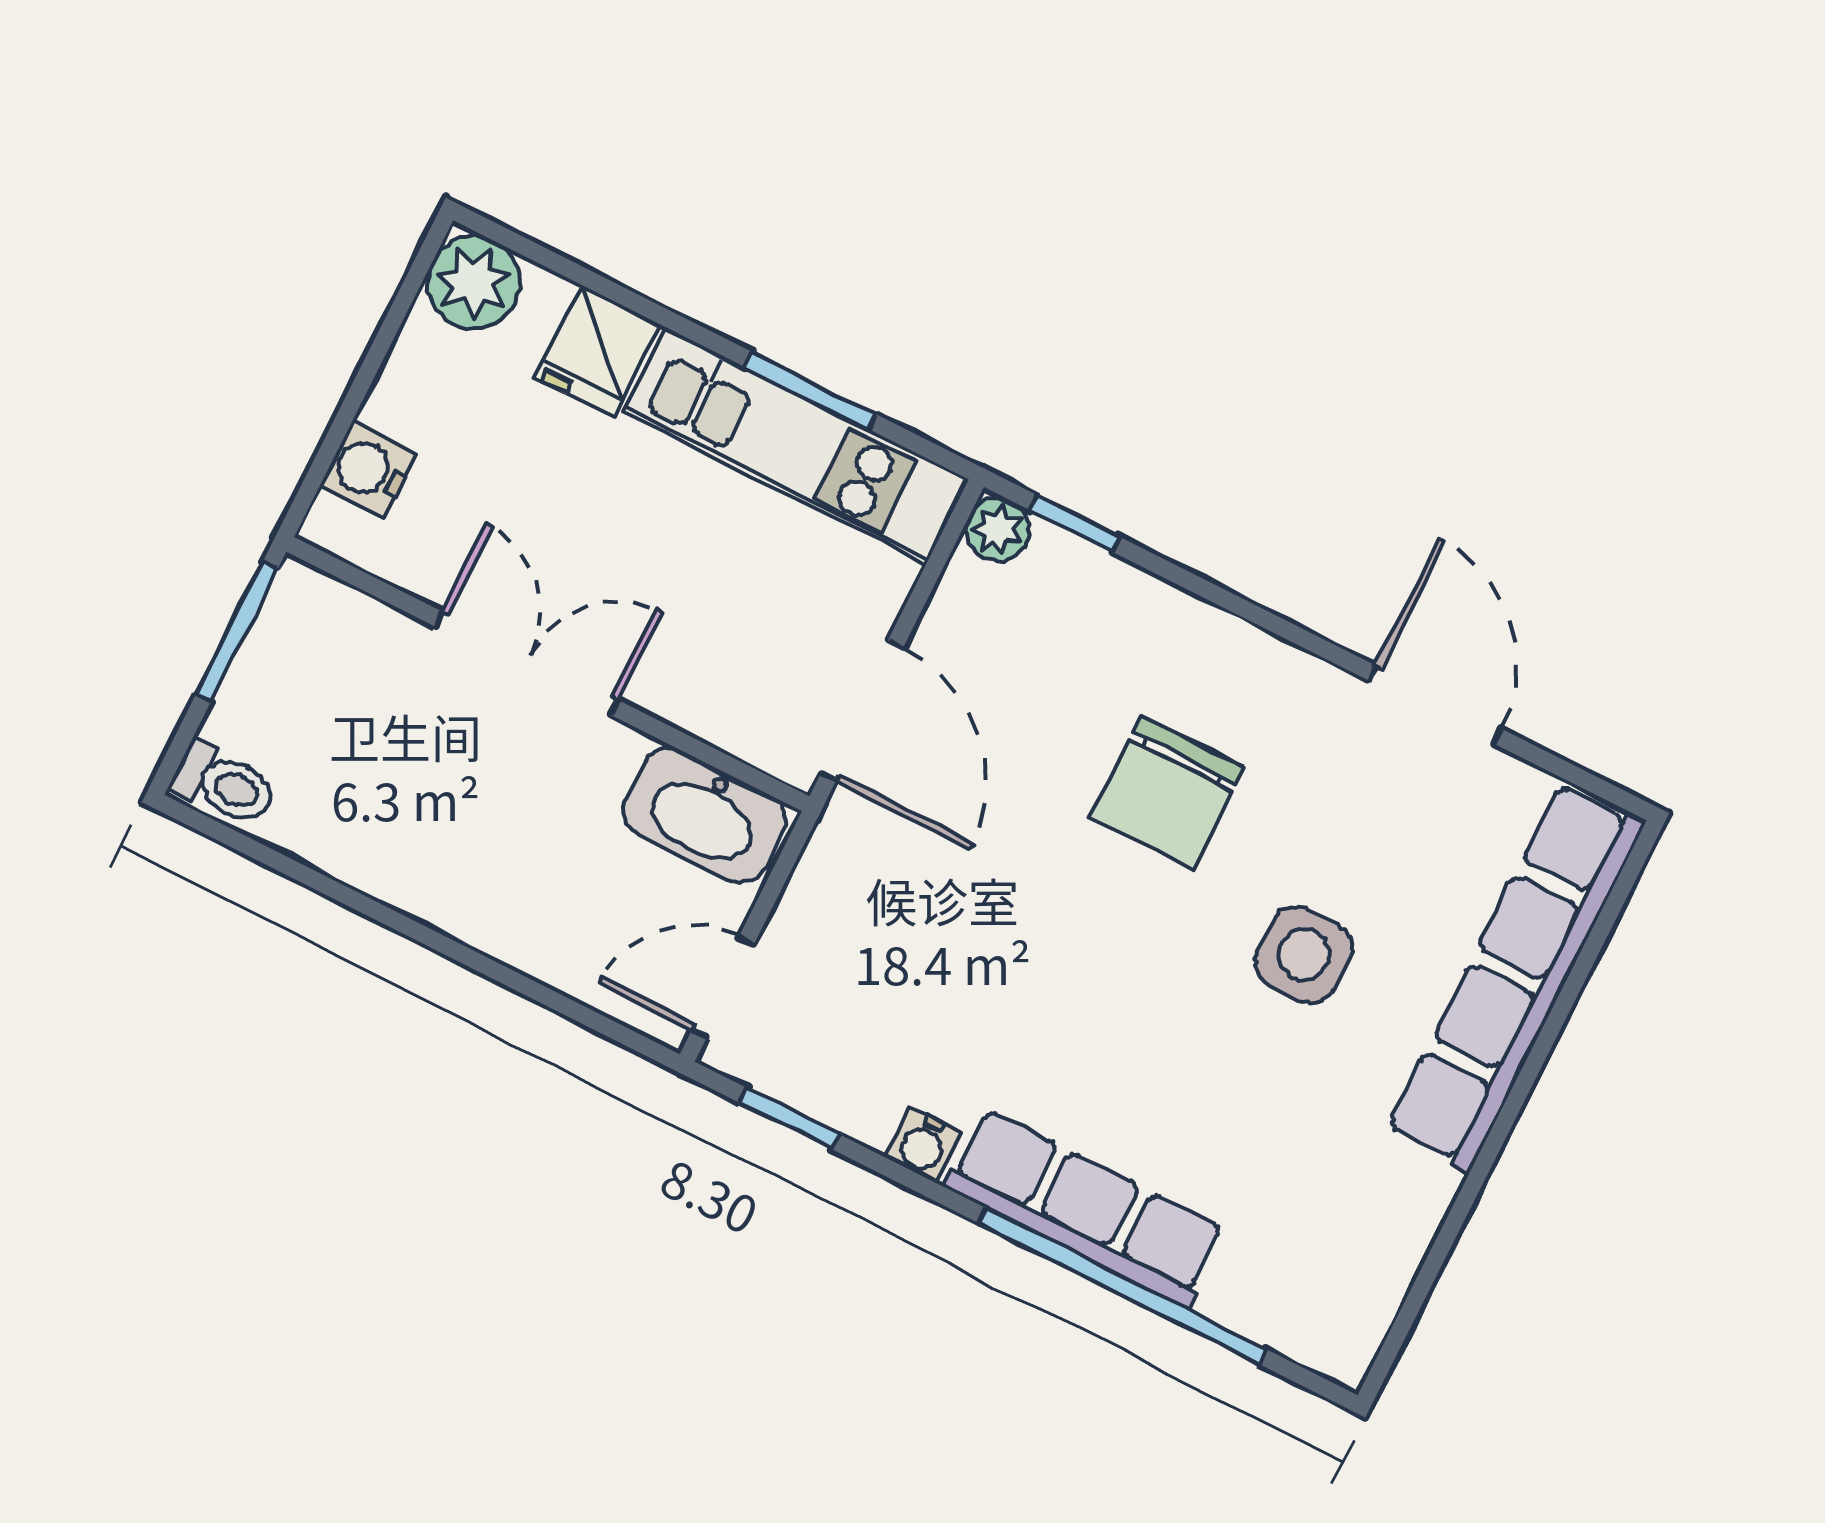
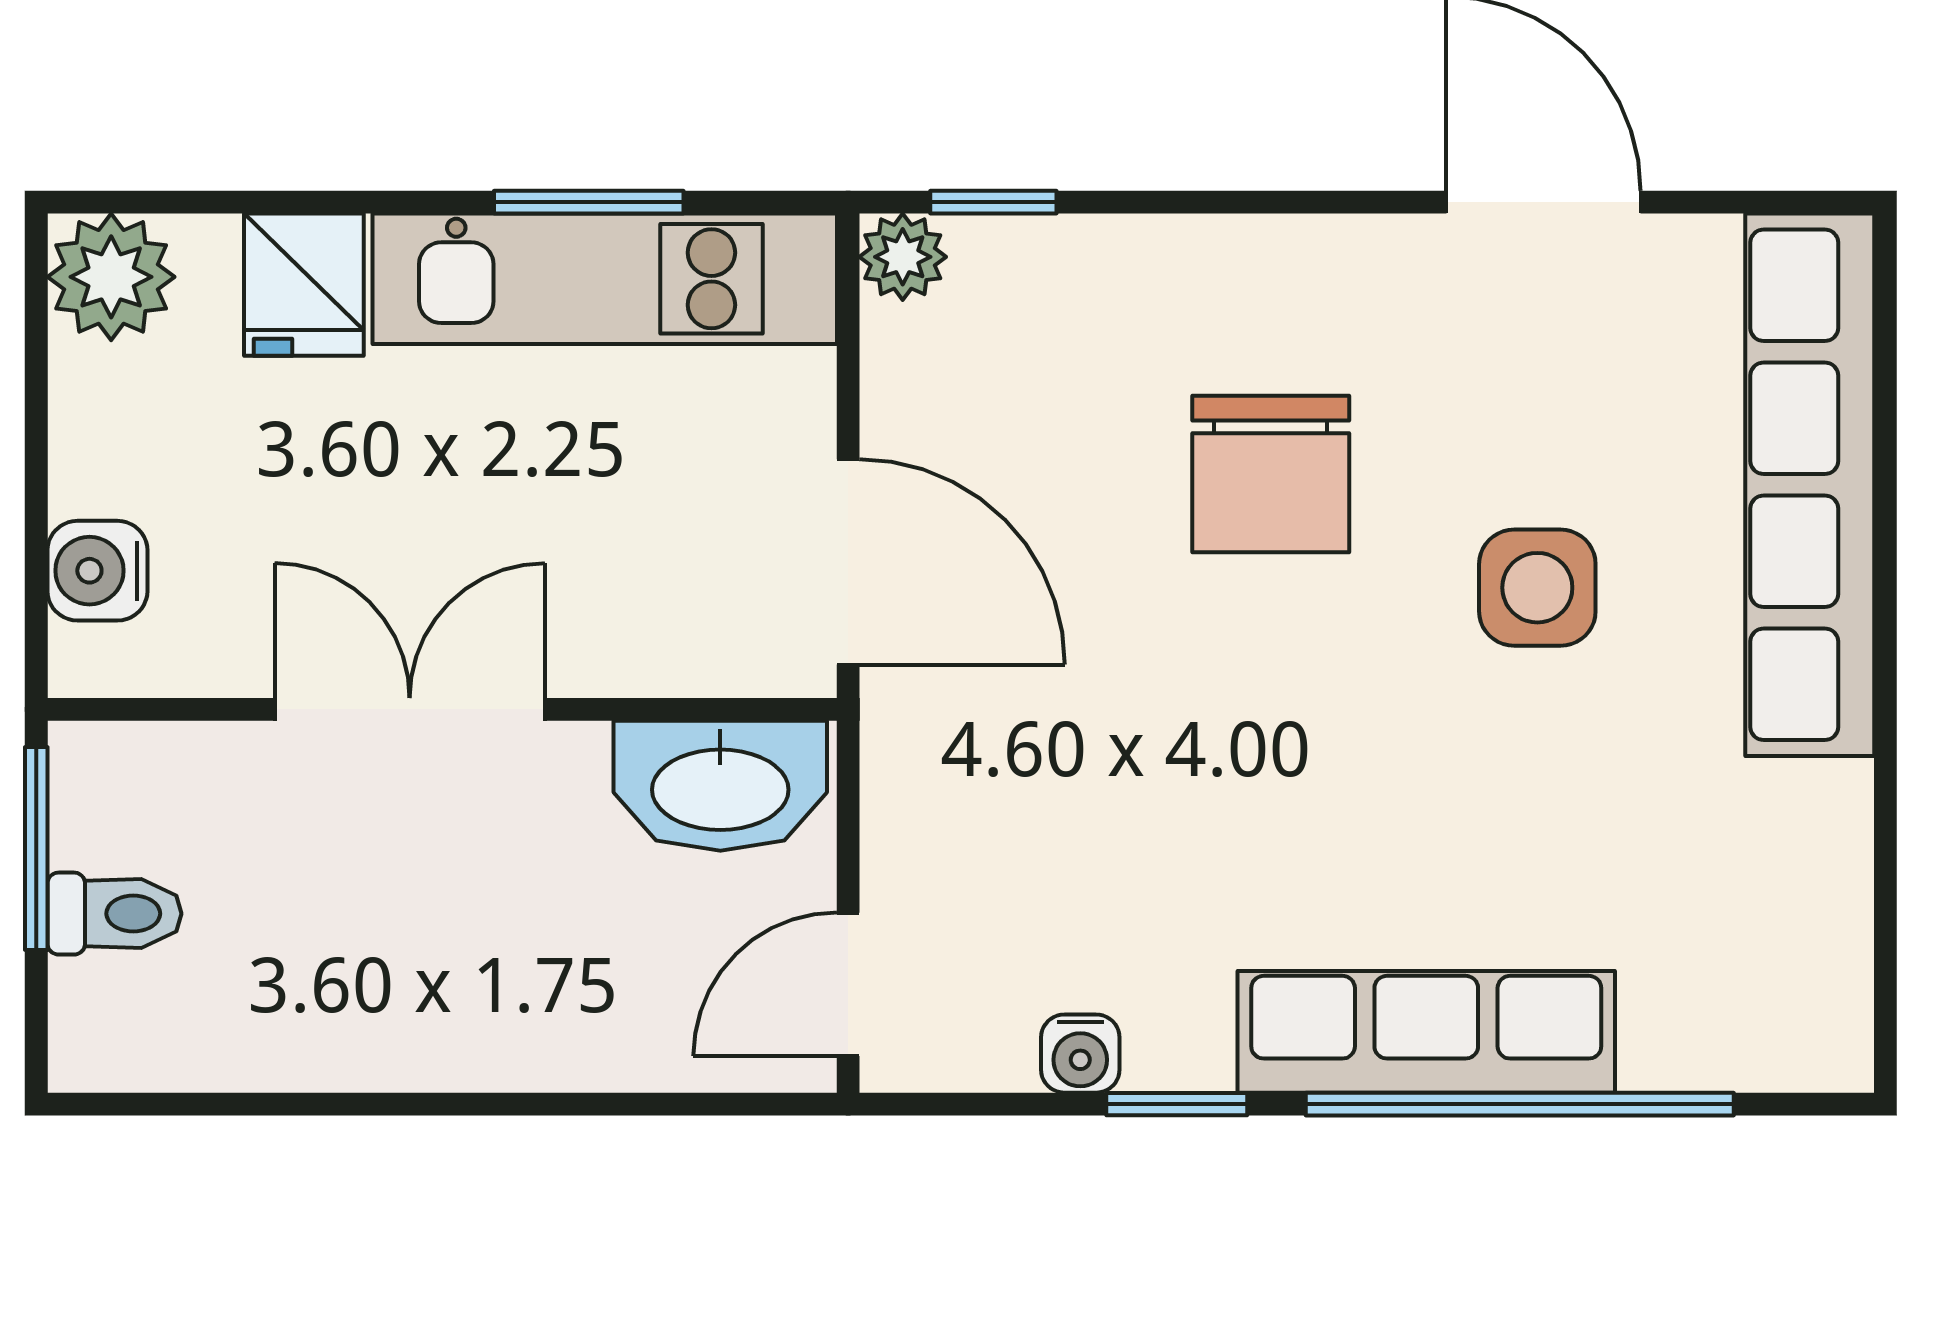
toilet: (224, 784) -> (115, 914), moved
window: (789, 1119) -> (1177, 1104), moved
water cooler: (923, 1145) -> (1080, 1054), moved

